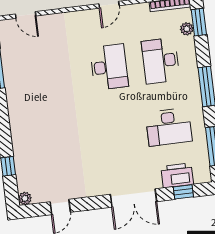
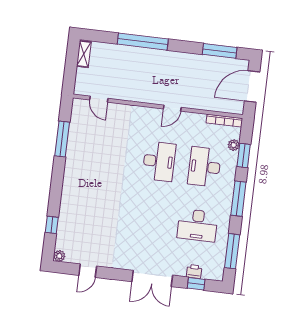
window: (199, 22) -> (244, 156), moved
printer: (177, 175) -> (194, 272), width x0.53, depth x0.68

